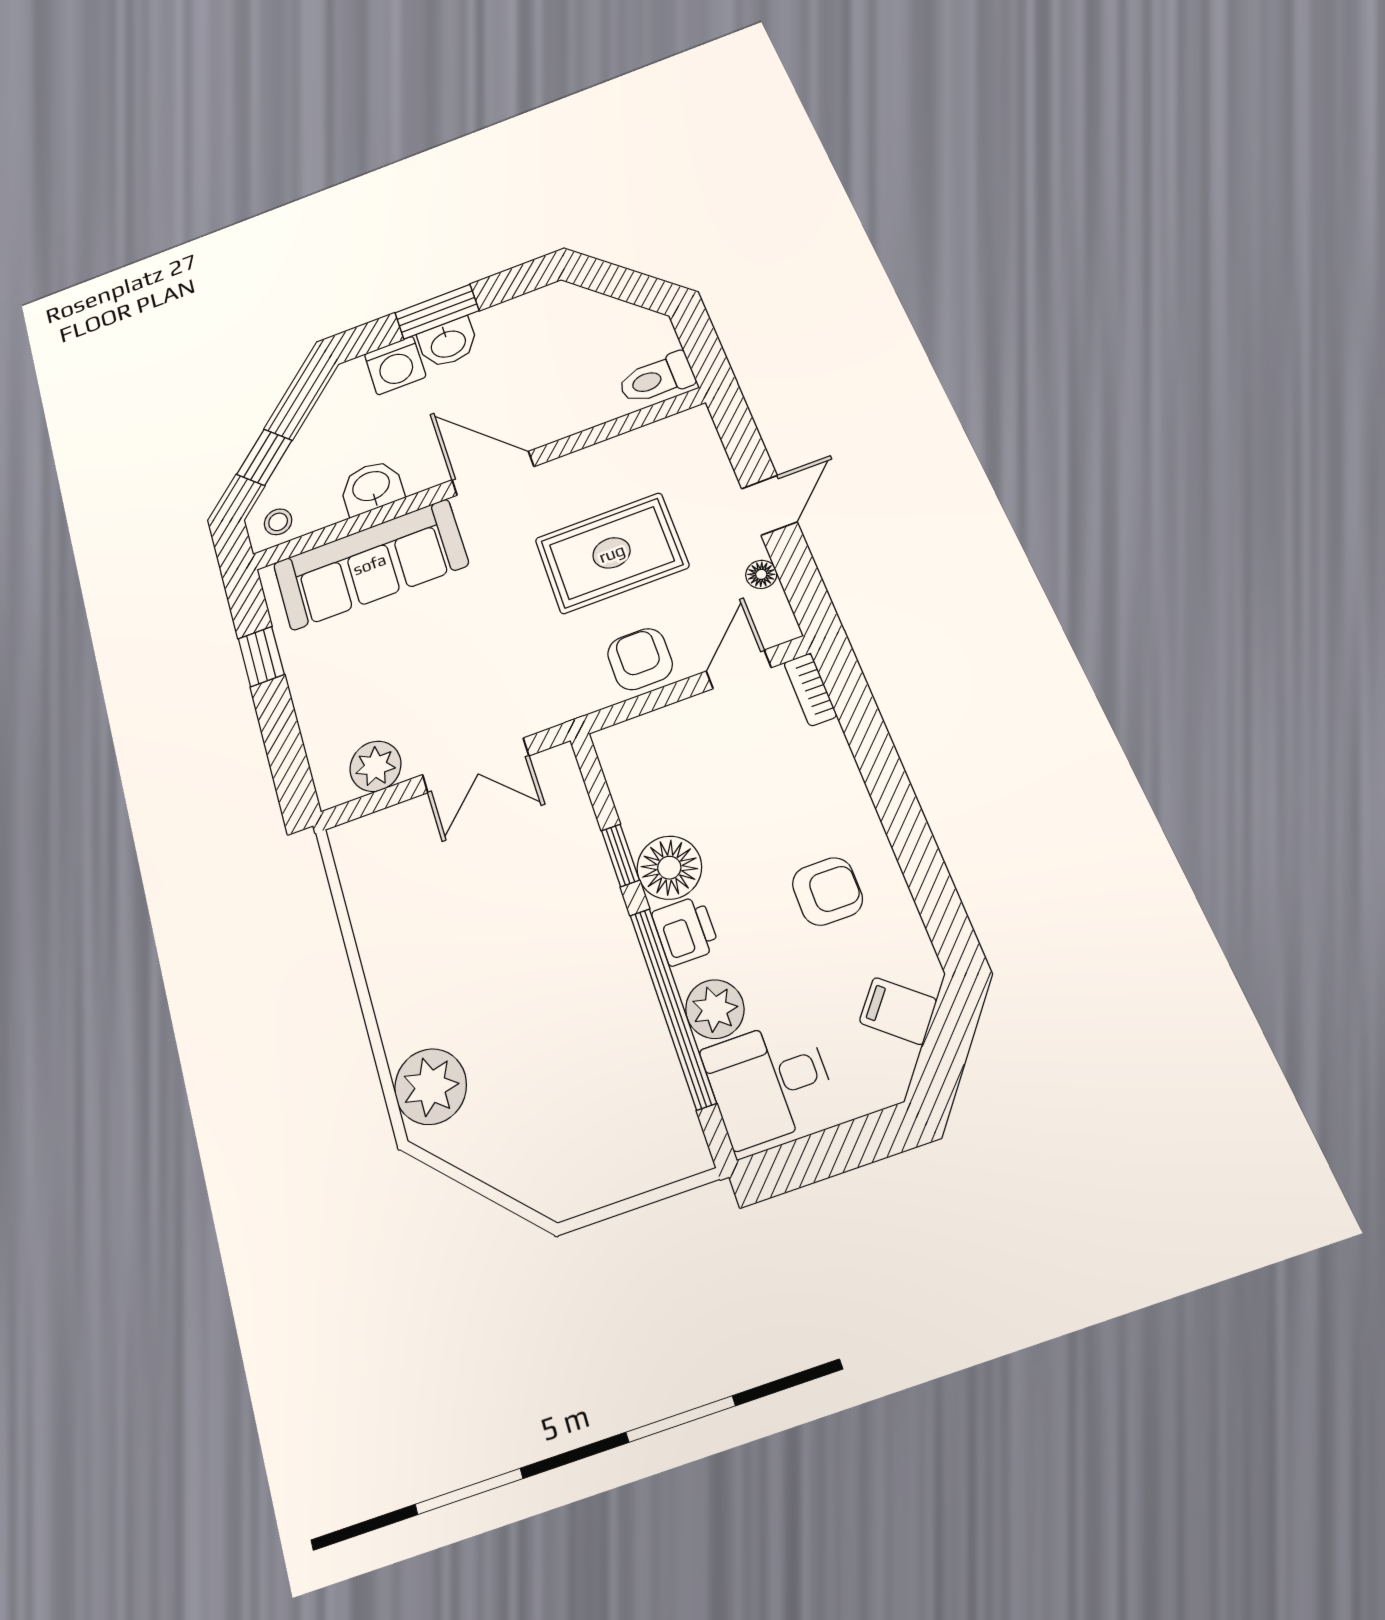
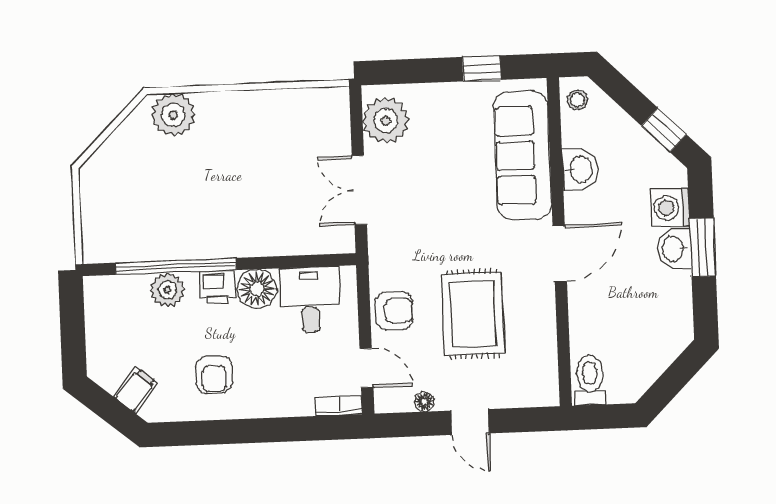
window: (264, 457) -> (664, 130), moved
plant: (375, 766) -> (386, 121), width x1.36, depth x1.36
window: (620, 855) -> (274, 262), removed
desk: (769, 1082) -> (310, 300), moved

